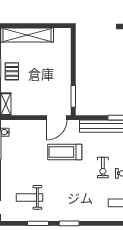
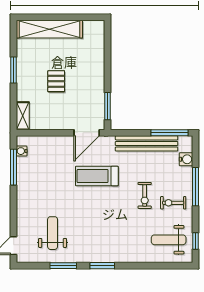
pallet: (12, 71) -> (56, 81), moved
weight bench: (30, 197) -> (53, 233), turned 90

